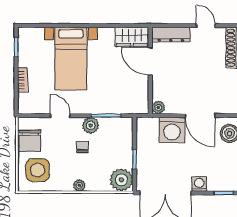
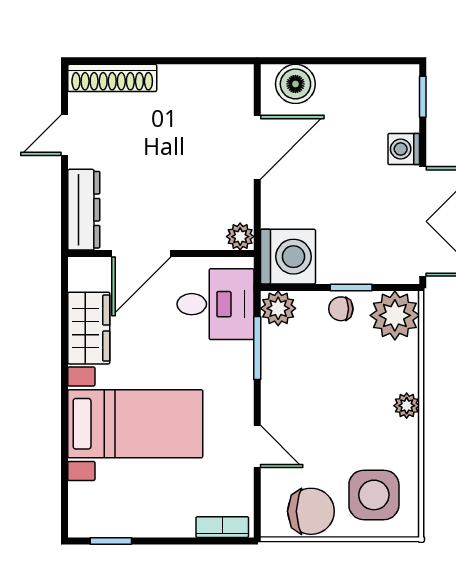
wardrobe: (132, 37) -> (89, 328), moved
bookcase: (23, 80) -> (222, 527), moved
desk: (127, 96) -> (215, 304), added
door: (60, 116) -> (257, 446), swing flipped
plant: (91, 125) -> (278, 308), moved
washing machine: (172, 130) -> (288, 257), moved
chair: (82, 147) -> (341, 309), moved

